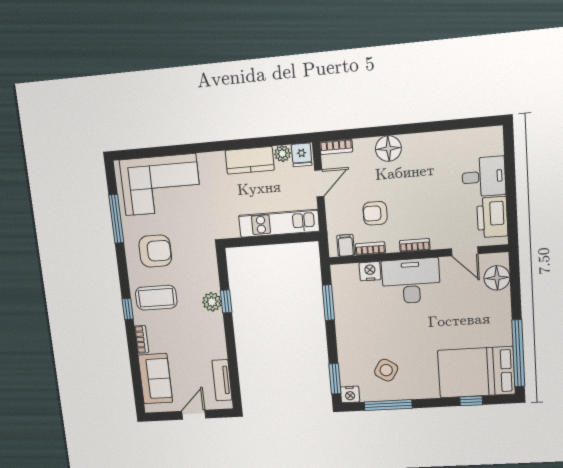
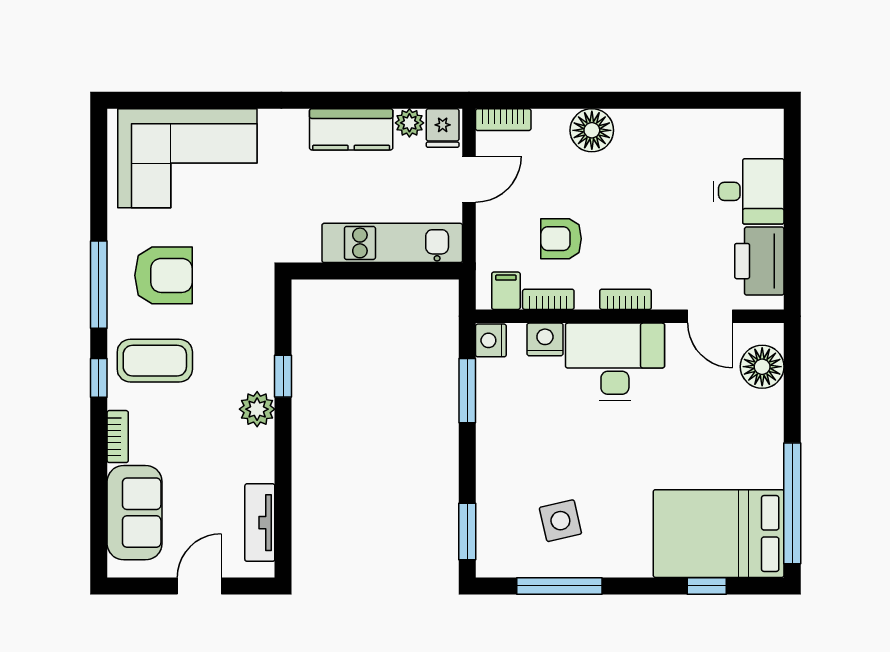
window: (116, 219) -> (99, 285), moved
plant: (212, 302) -> (257, 409), moved
side table: (386, 370) -> (560, 521), turned 45
nightstand: (350, 394) -> (491, 340), moved, turned 90

